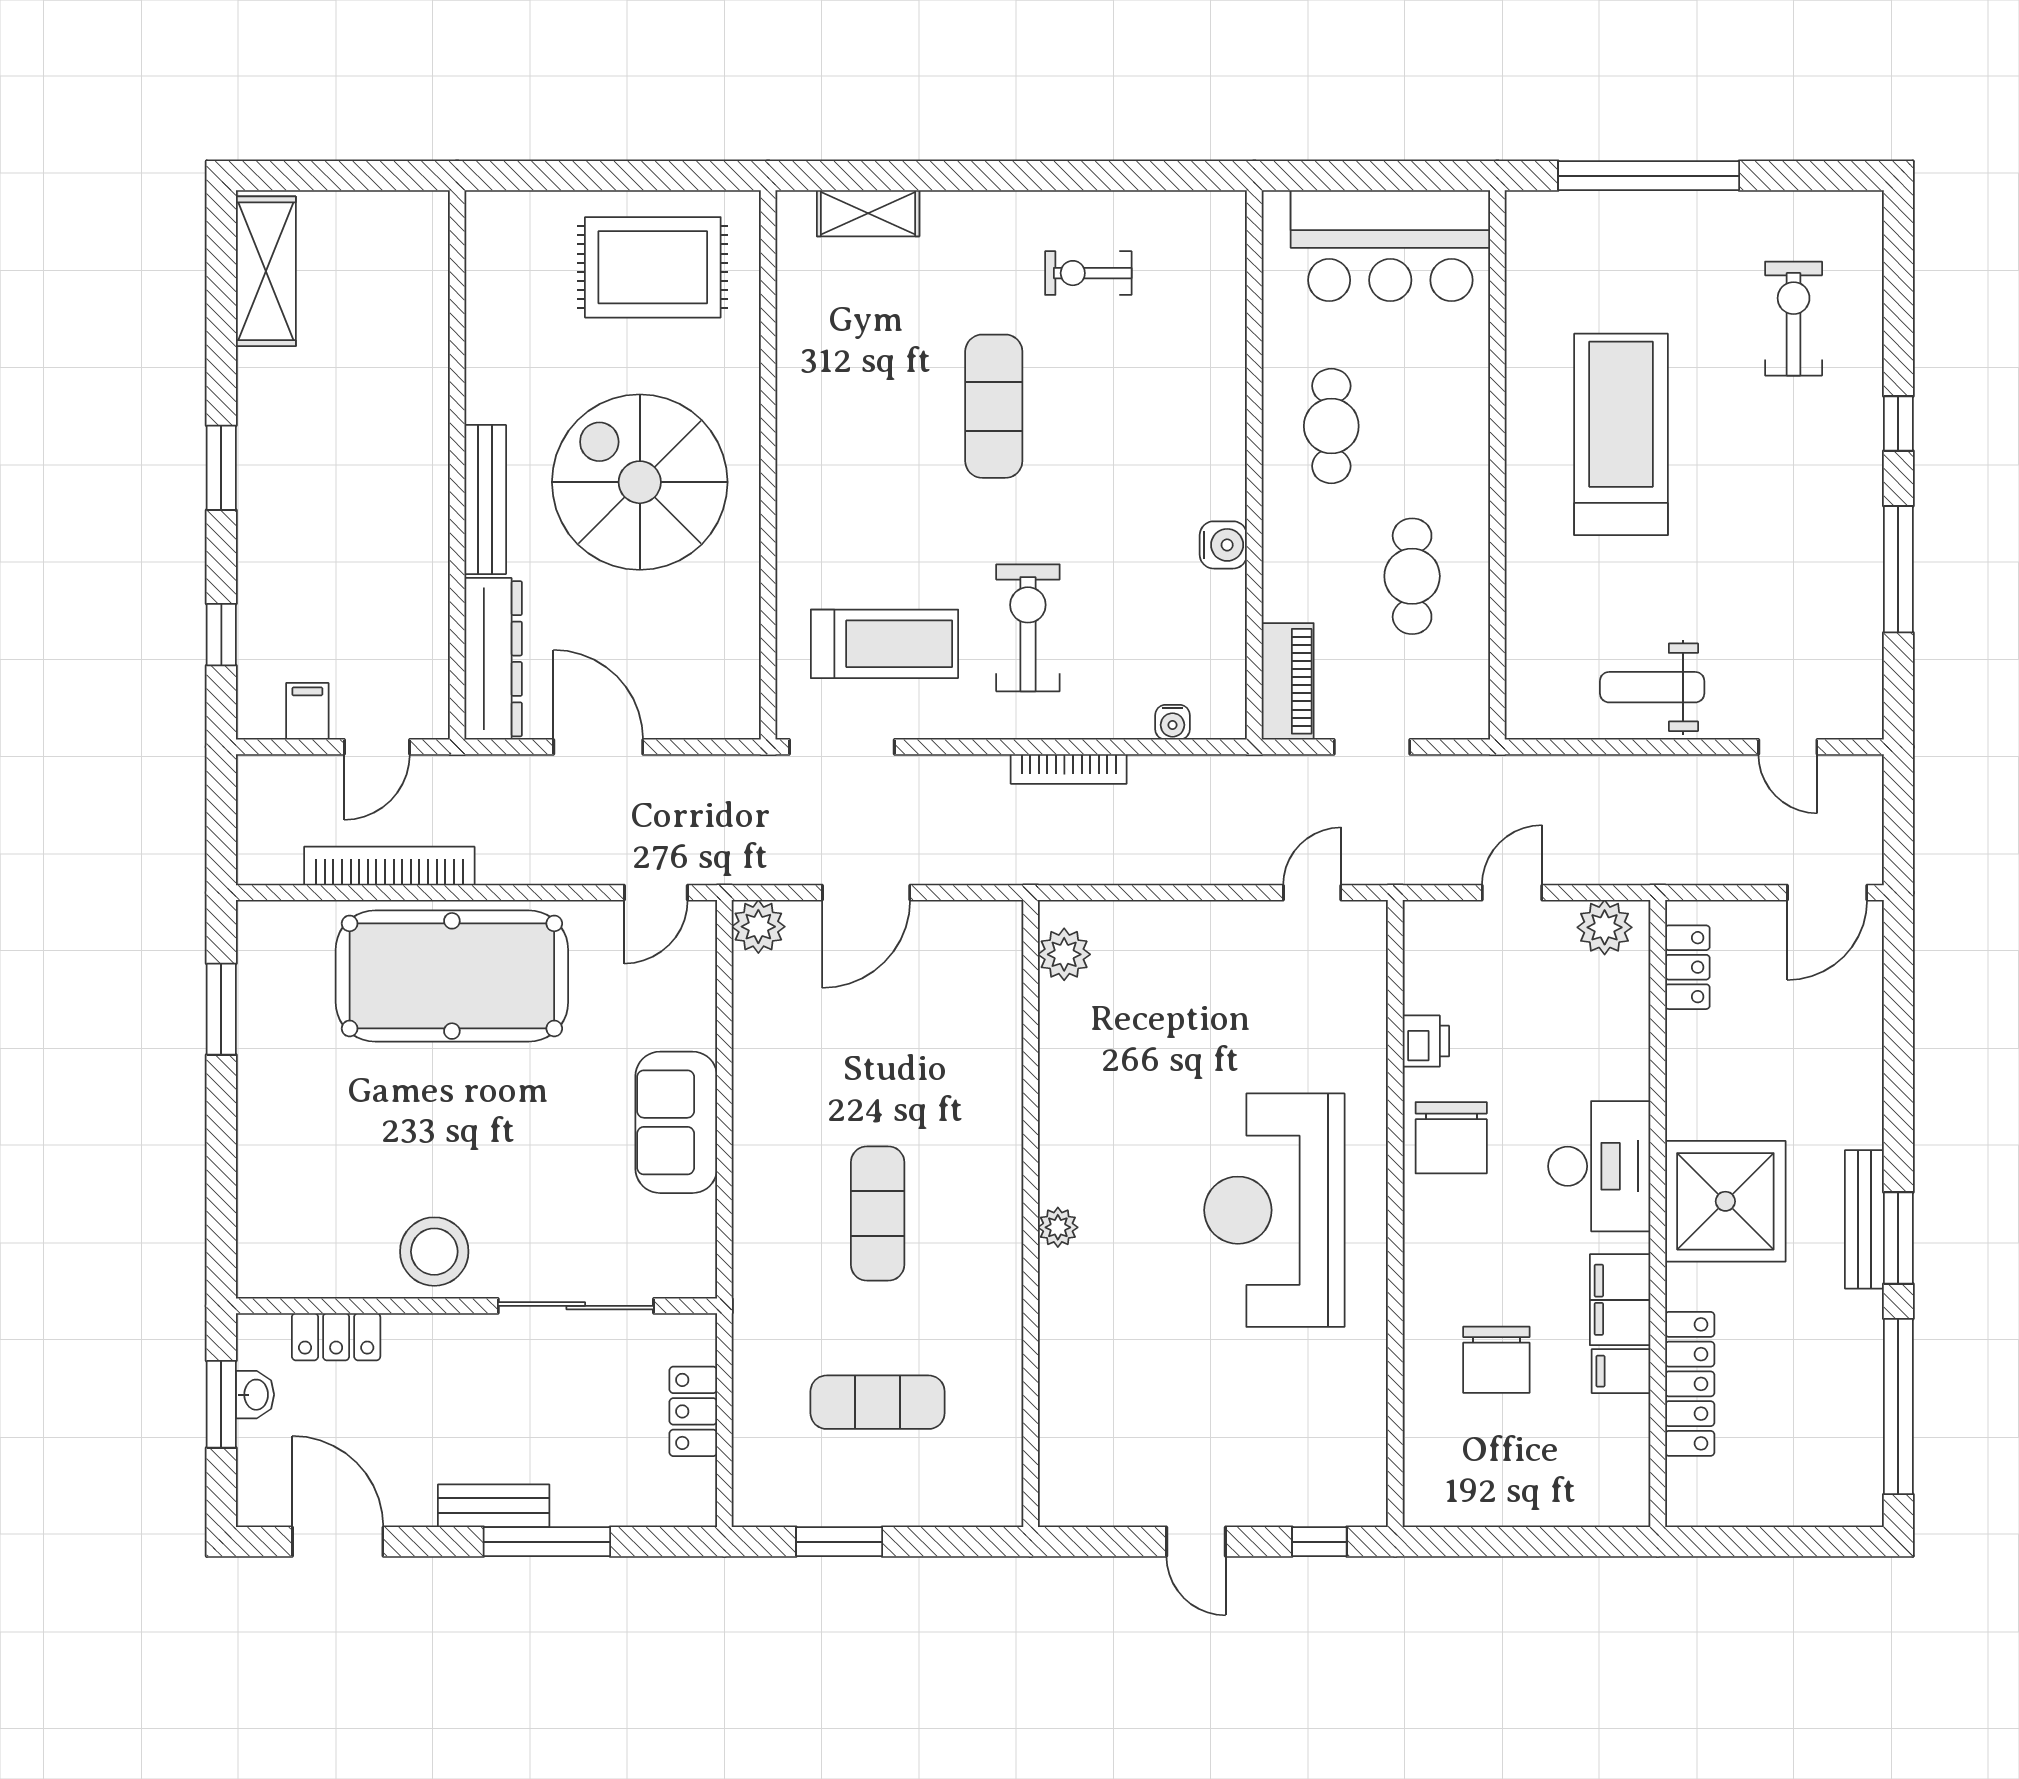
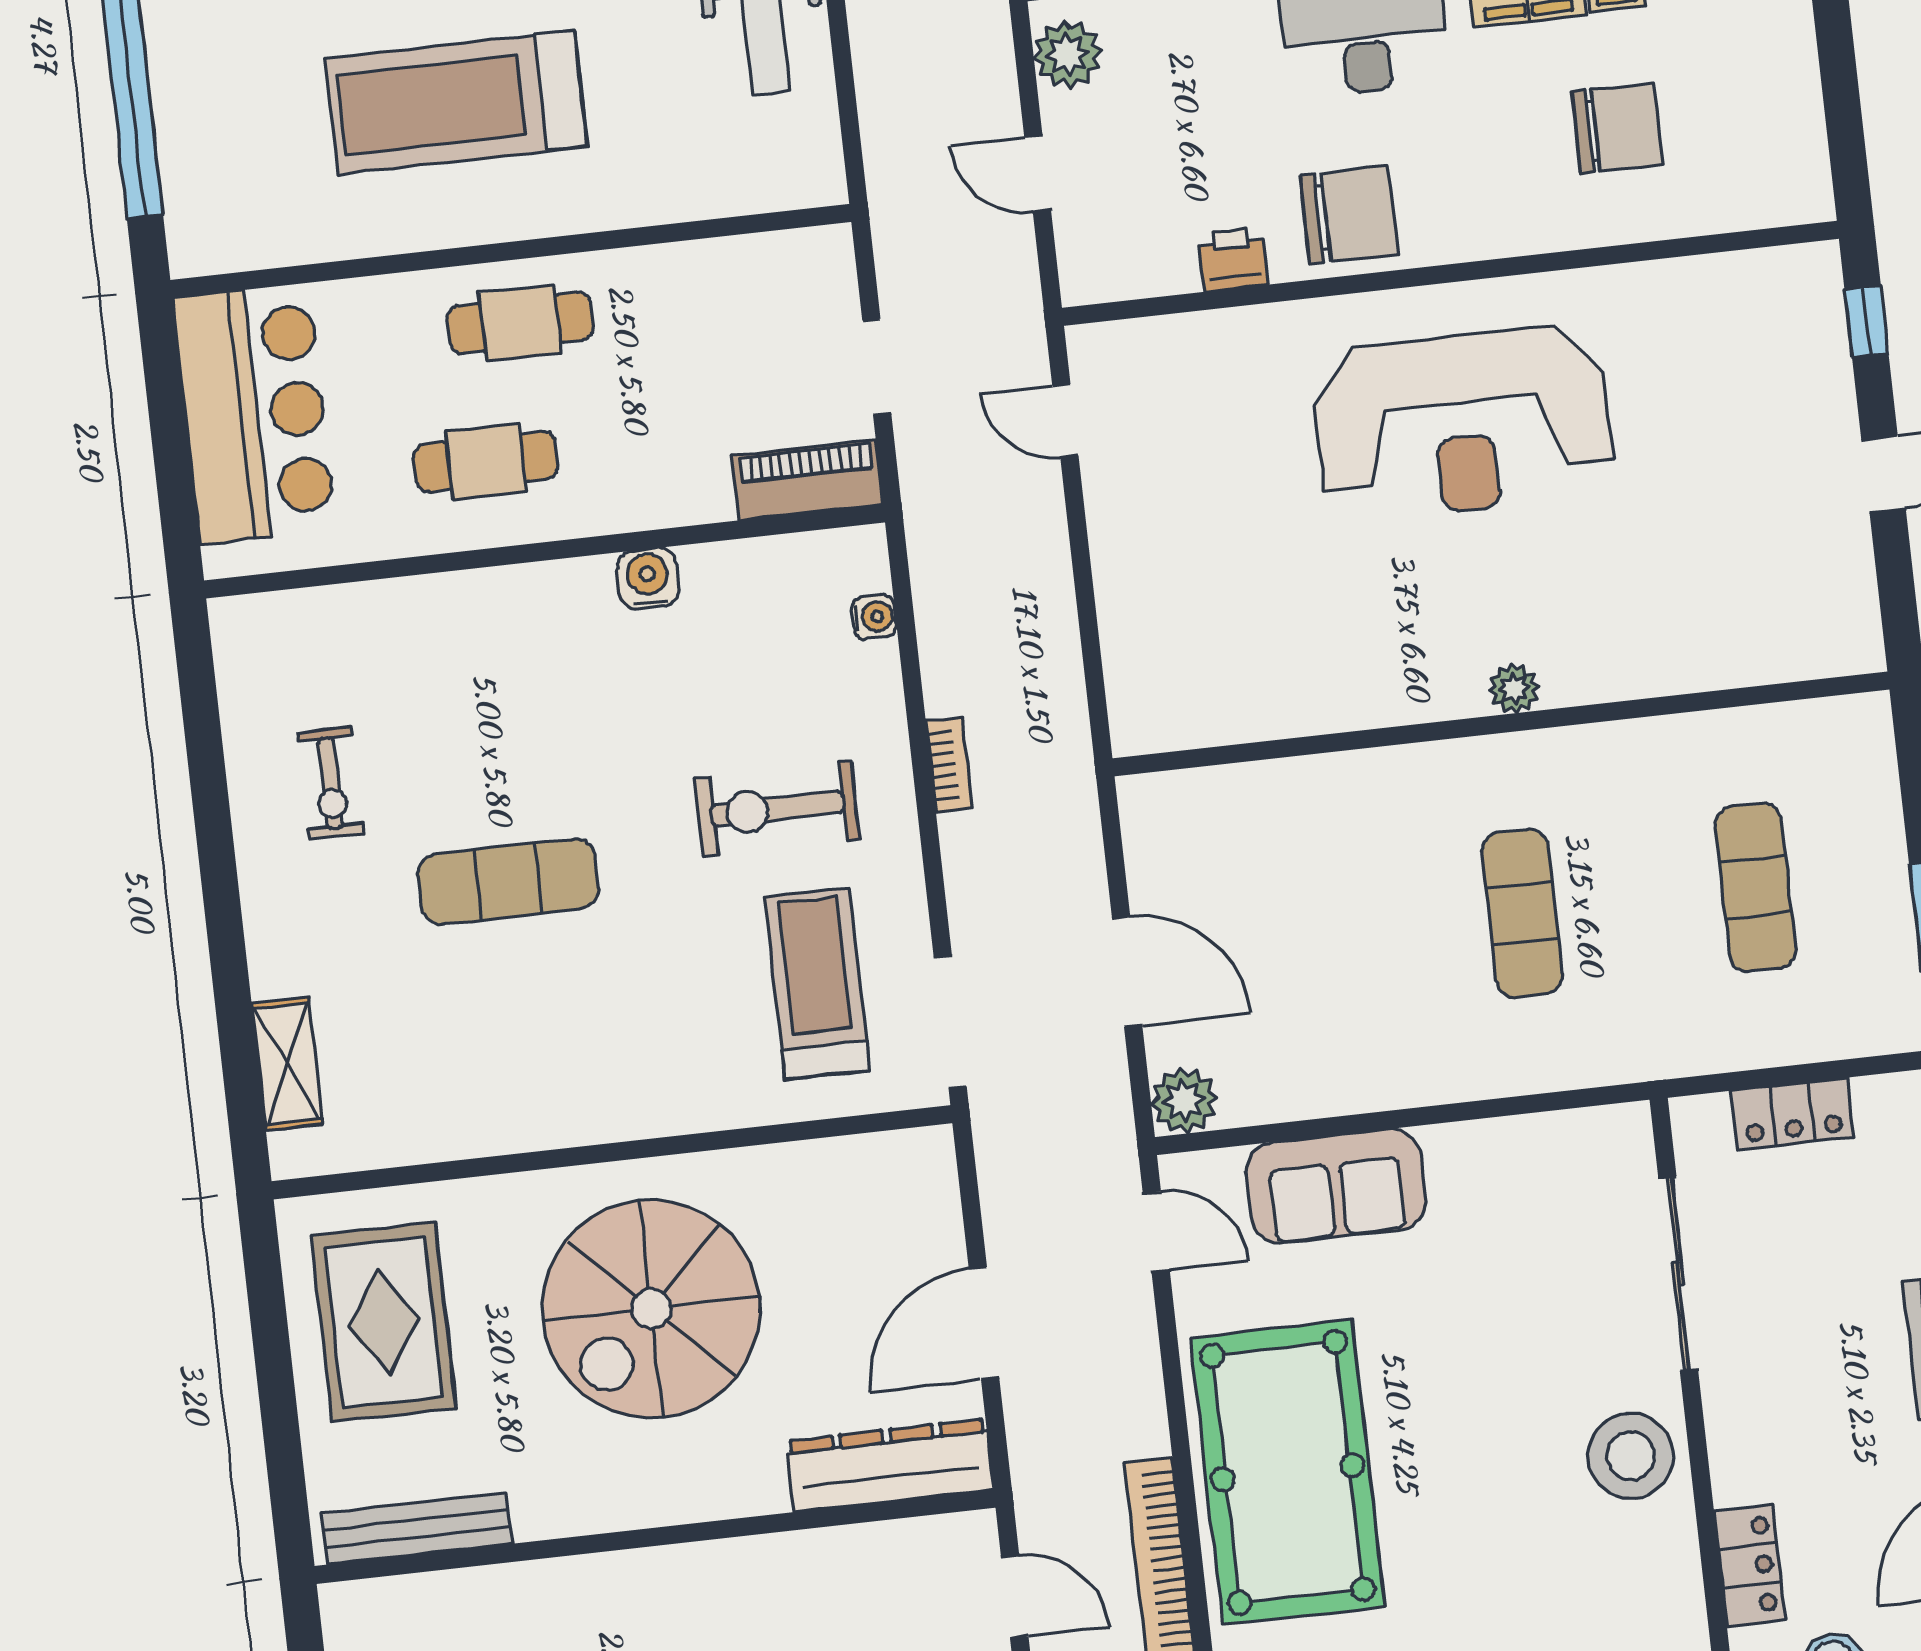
bench: (485, 500) -> (417, 1528), moved
cafe table: (1412, 576) -> (520, 323), moved
bookcase: (1069, 769) -> (949, 764), width x0.64
plant: (1064, 954) -> (1176, 719), removed
sofa: (676, 1122) -> (1336, 1186), moved
exercise mat: (878, 1213) -> (1522, 913), turned 90

